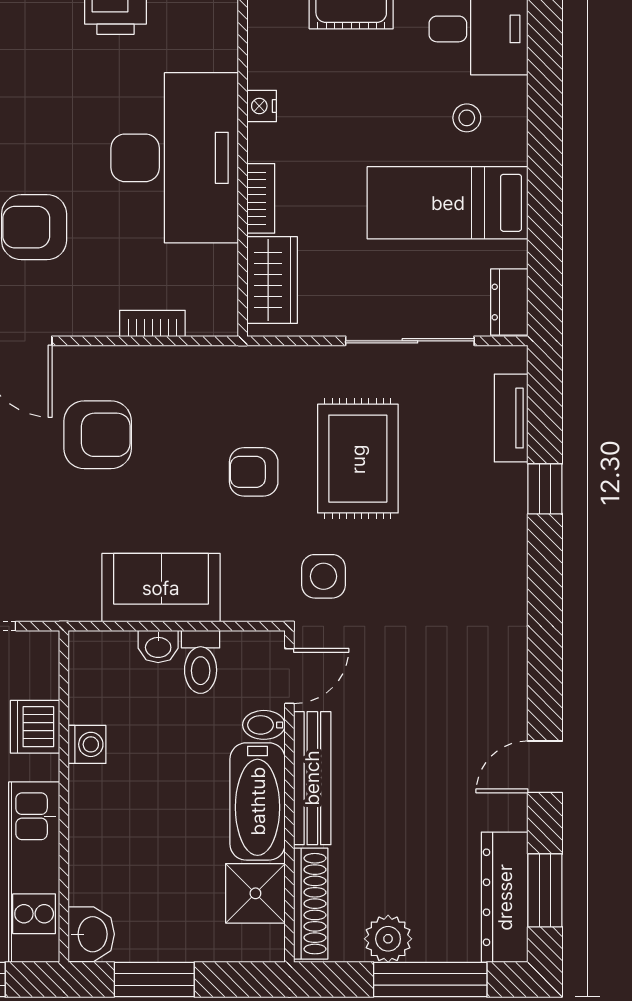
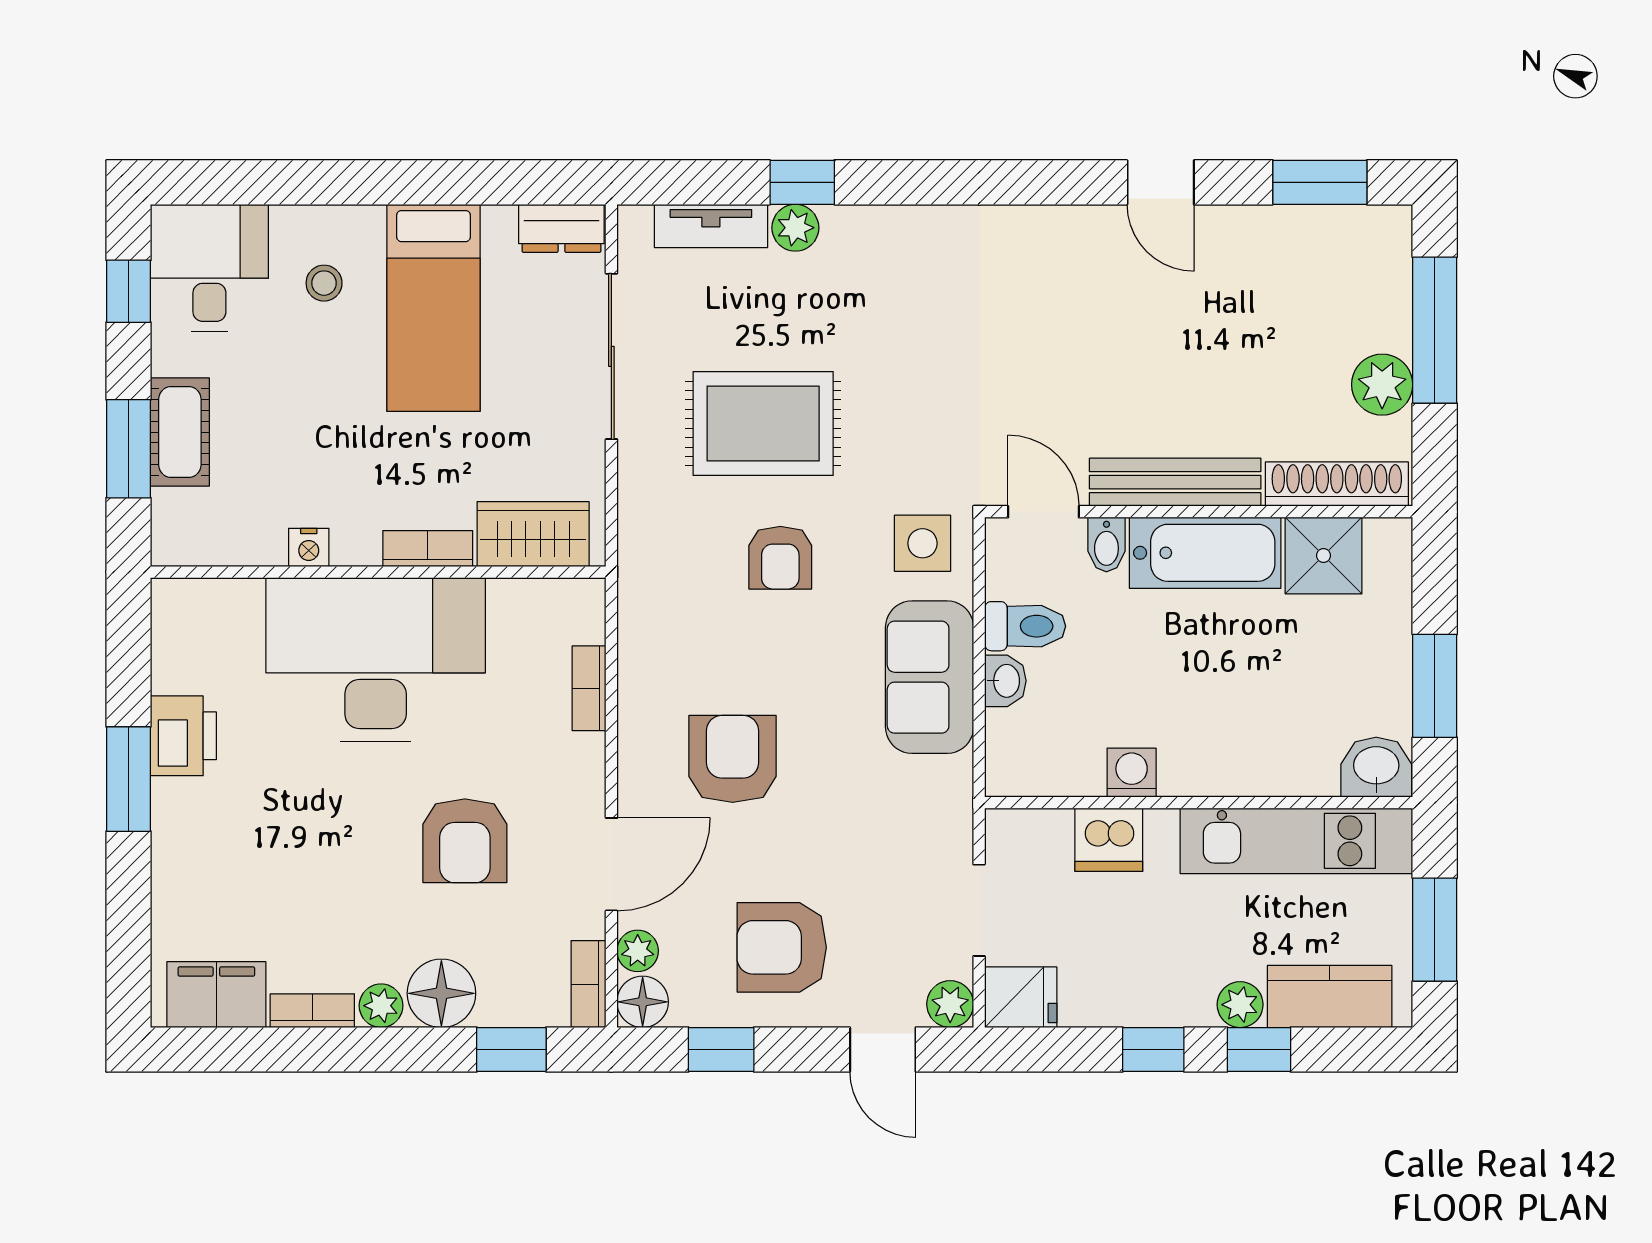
plant: (510, 484) -> (795, 228), added
side table: (323, 576) -> (922, 543), moved
dresser: (505, 897) -> (1329, 234), removed

